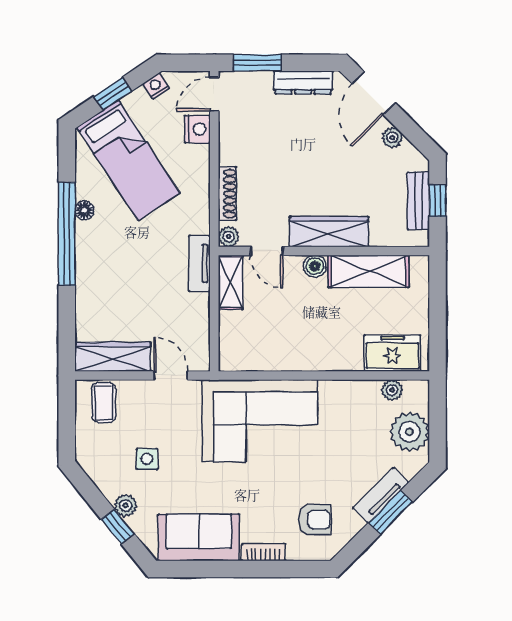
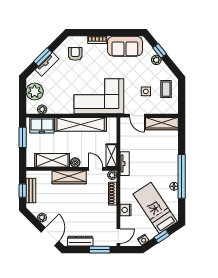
nightstand: (197, 129) -> (126, 210), moved
window: (438, 325) -> (23, 137), added
shelving: (302, 355) -> (81, 124), added
coffee table: (104, 403) -> (166, 89), moved
side table: (147, 459) -> (146, 91), moved
armchair: (315, 520) -> (75, 54), turned 90

